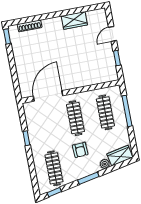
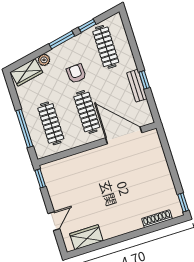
wardrobe: (74, 20) -> (86, 237), moved
window: (117, 58) -> (40, 178), moved
door: (48, 96) -> (124, 135), swing flipped
bench: (33, 134) -> (137, 86), added
window: (54, 192) -> (87, 26), moved

